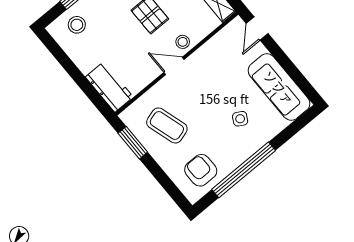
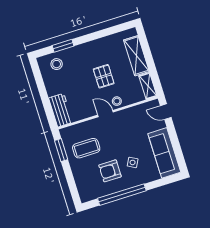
door: (257, 29) -> (166, 112), hinge flipped
coffee table: (167, 125) -> (86, 148), turned -73
armchair: (201, 170) -> (110, 171), moved, turned -90

